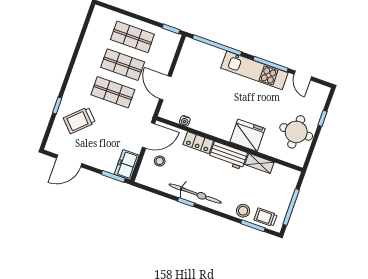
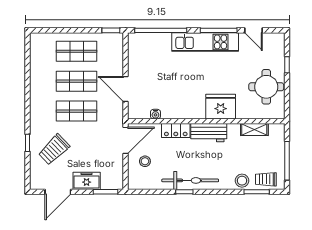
shelving: (259, 163) -> (254, 129), moved
freezer: (127, 165) -> (87, 181), moved, turned 90

